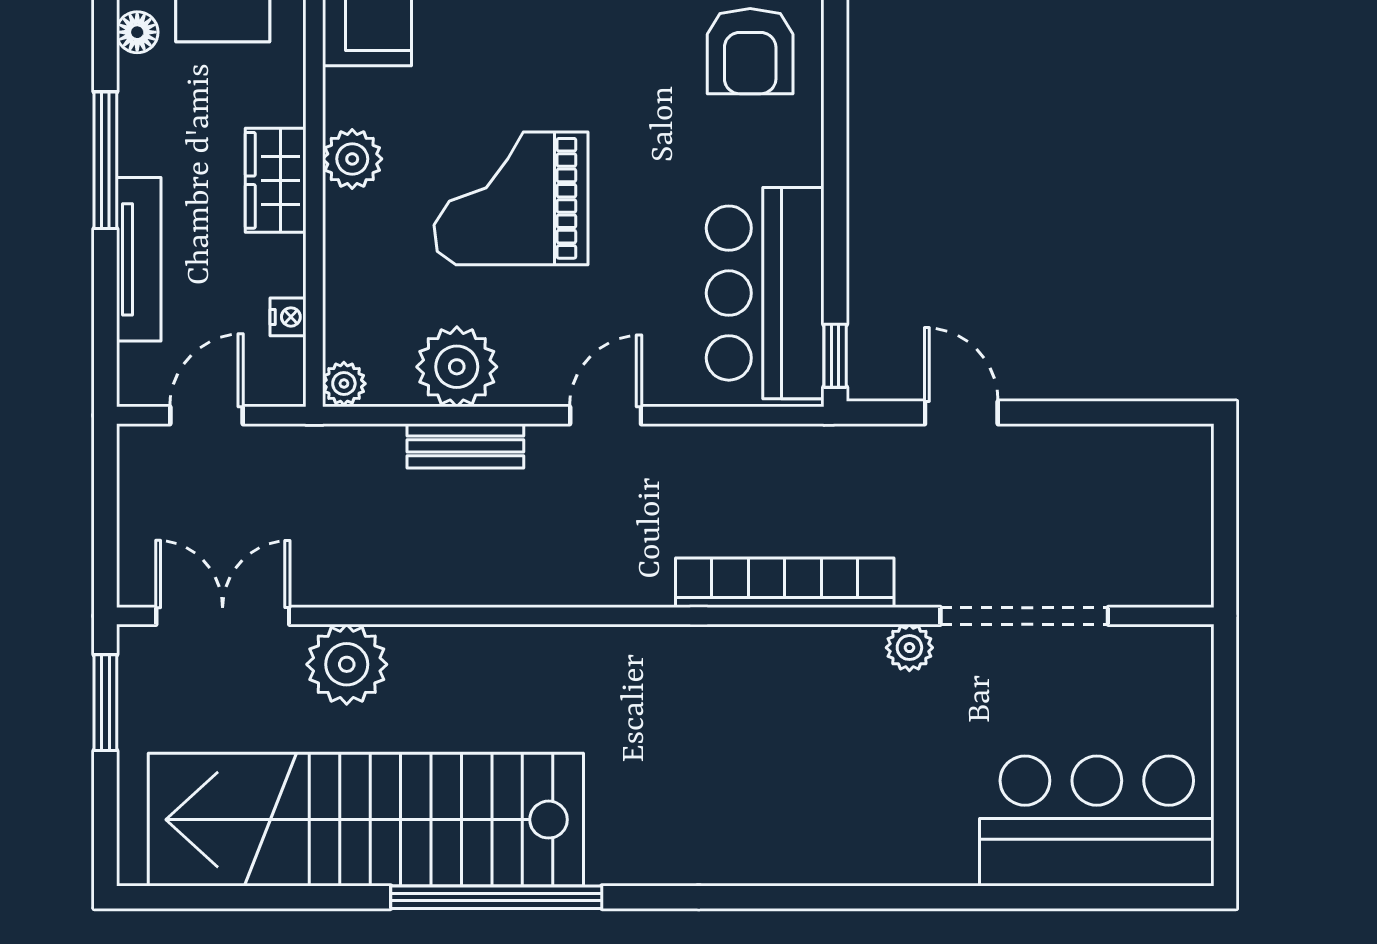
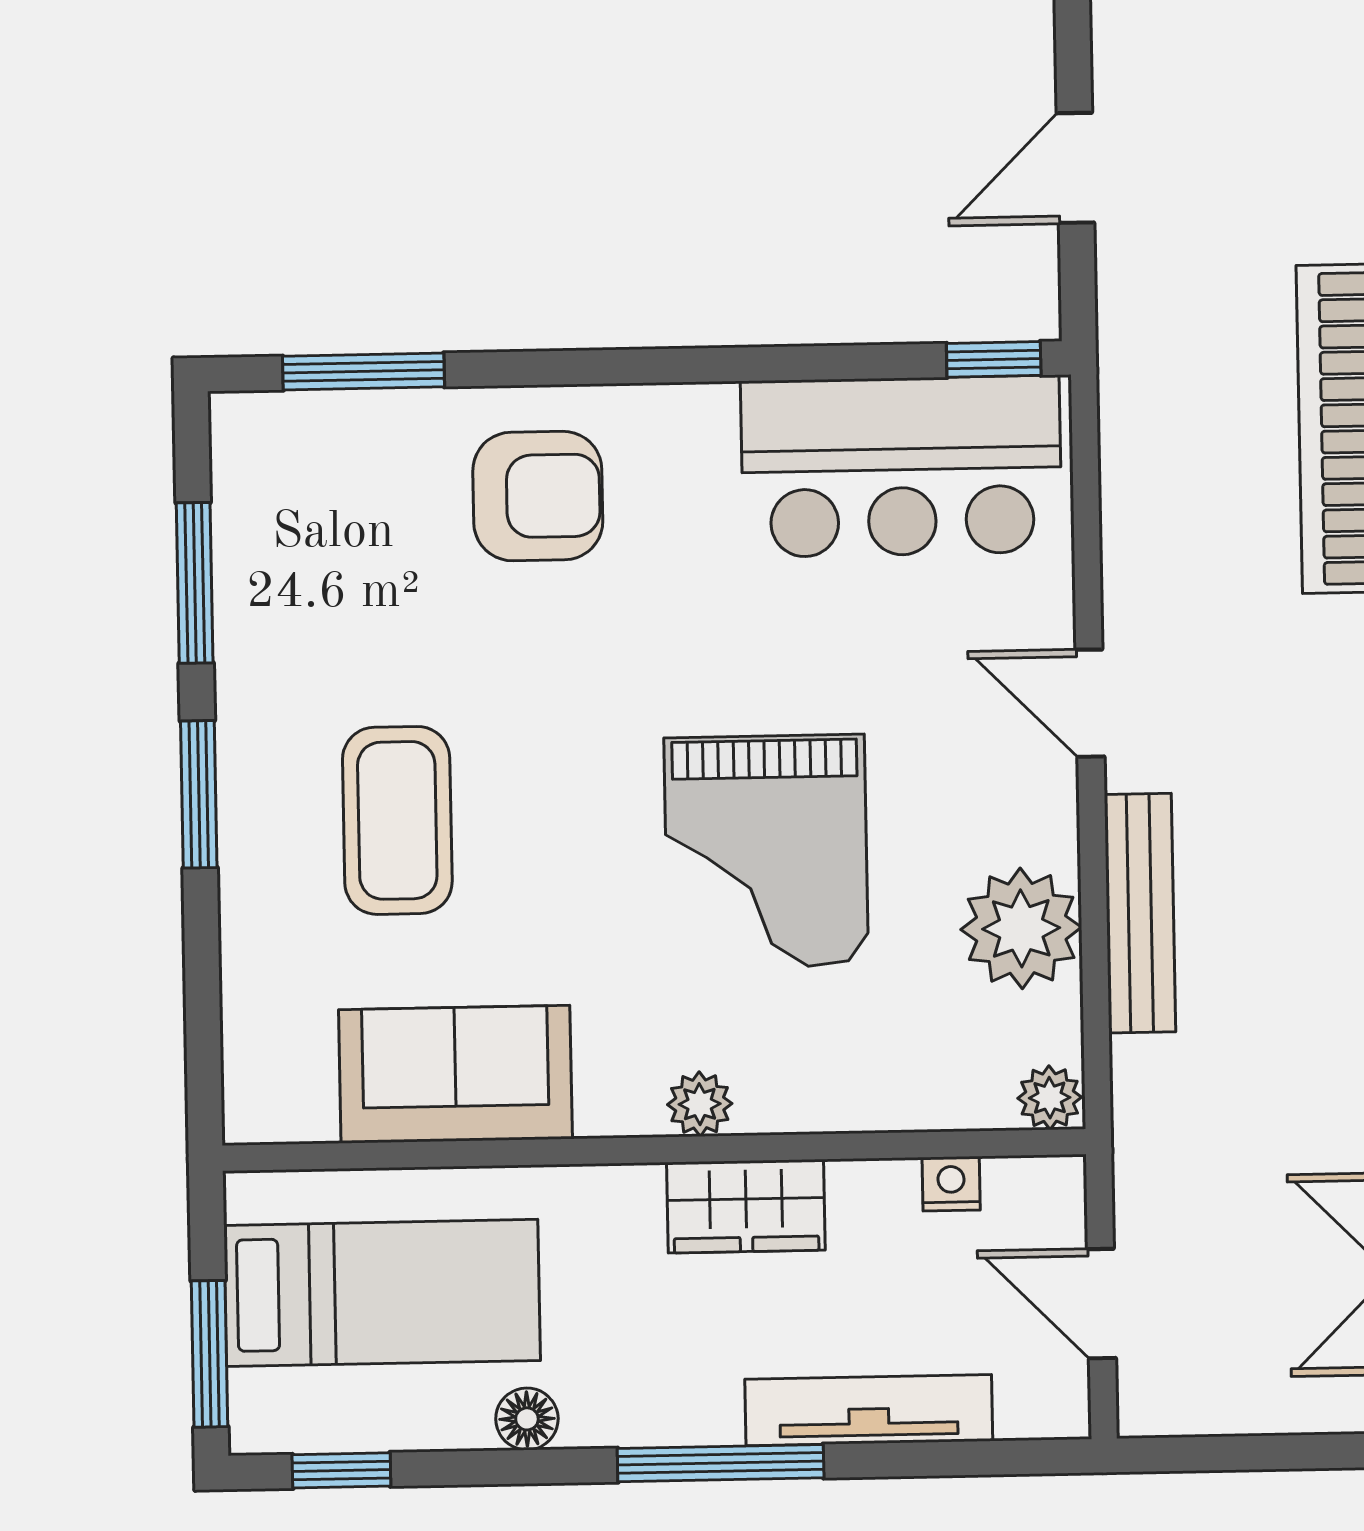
plant: (352, 159) -> (700, 1104), width x0.73, depth x0.73
bench: (465, 446) -> (1140, 913), width x1.36

